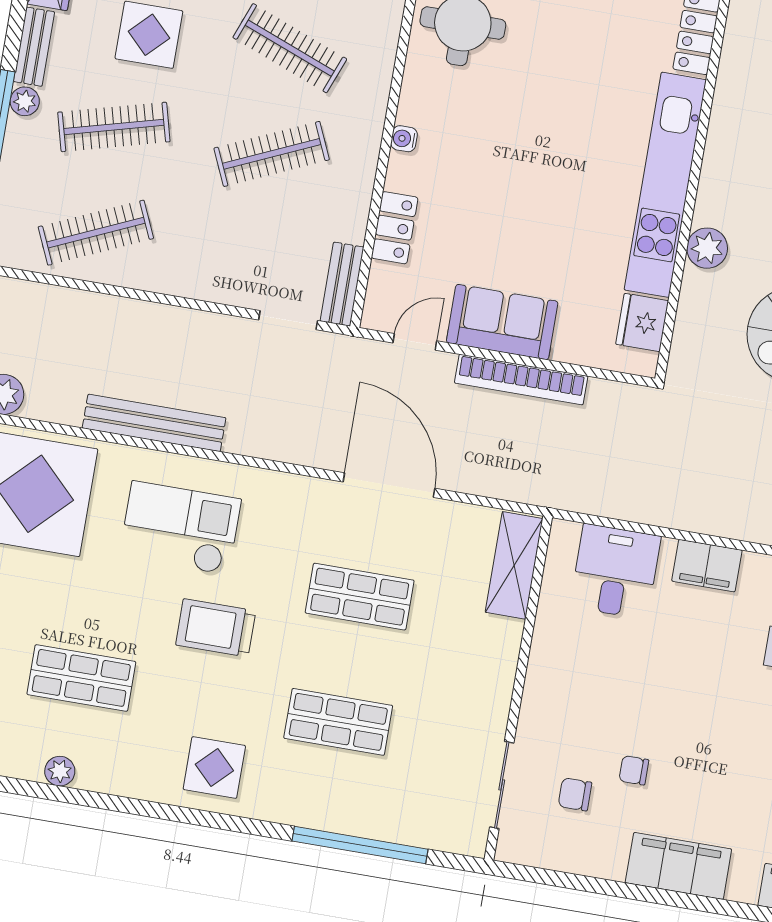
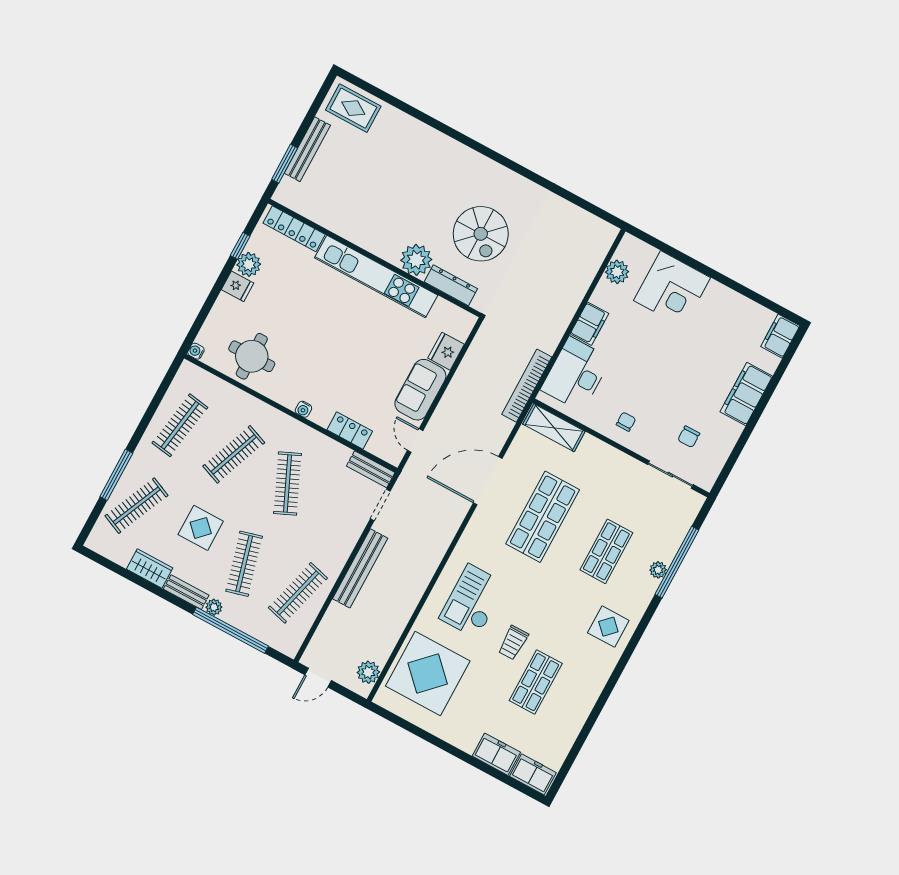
clothes rail: (96, 233) -> (298, 593), turned 39
plant: (707, 248) -> (416, 260), width x1.36, depth x1.36
dresser: (693, 314) -> (451, 285), added
fridge: (642, 323) -> (446, 351), moved, turned 90
bookcase: (521, 379) -> (527, 386), moved, turned 180
bench: (154, 423) -> (360, 568), moved
desk: (615, 572) -> (576, 374), width x1.37
shop shelf: (360, 597) -> (543, 517), width x1.43, depth x1.36
trolley: (216, 628) -> (513, 643), moved, width x0.73, depth x0.72
chair: (634, 770) -> (626, 422), moved, turned 180
plant: (60, 771) -> (658, 570), moved

